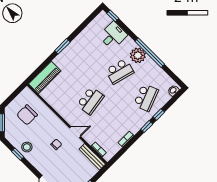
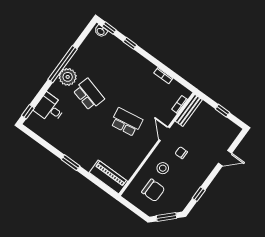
school desk: (146, 98) -> (113, 61), removed
window: (147, 127) -> (109, 28), moved
stool: (27, 147) -> (163, 168), moved

